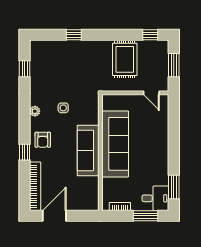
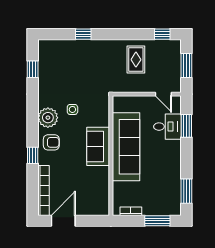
rug: (125, 59) -> (136, 60), width x0.73, depth x0.70
plant: (35, 111) -> (48, 118), width x1.88, depth x1.88
window: (174, 124) -> (186, 126), added
armchair: (43, 140) -> (51, 142), turned -90
sofa: (88, 150) -> (98, 146), width x0.73
desk: (155, 198) -> (167, 127), moved

